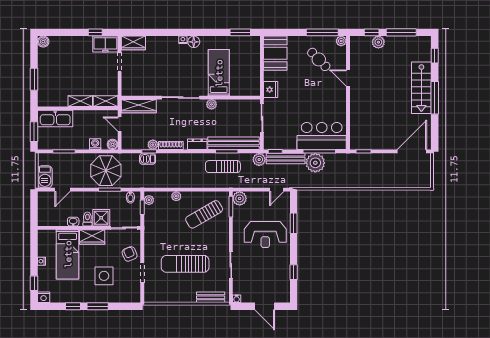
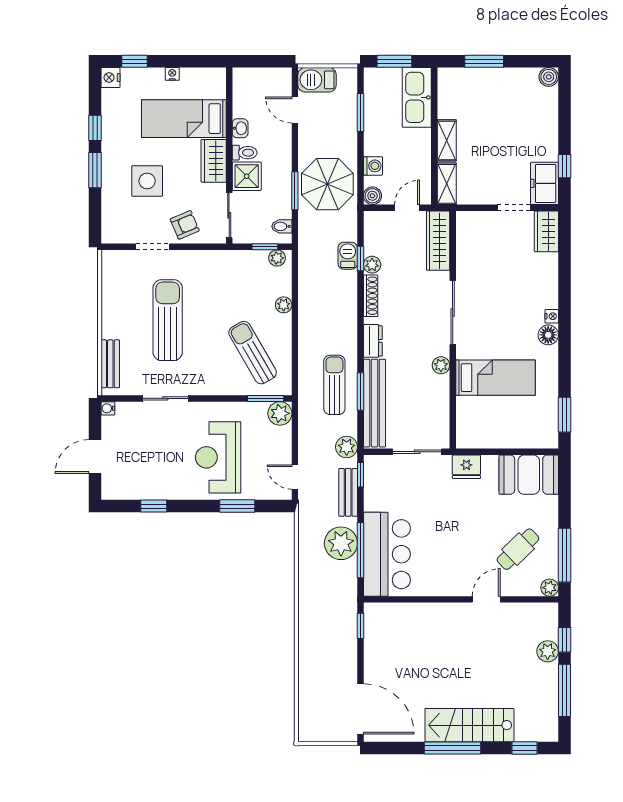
bench: (286, 159) -> (348, 492), width x0.73

